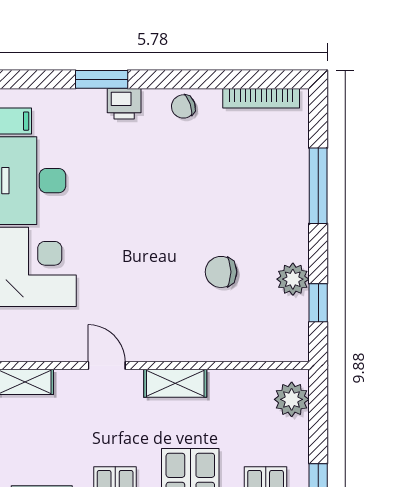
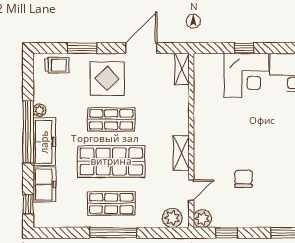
plant: (293, 279) -> (202, 219), moved
door: (107, 365) -> (191, 190), moved

